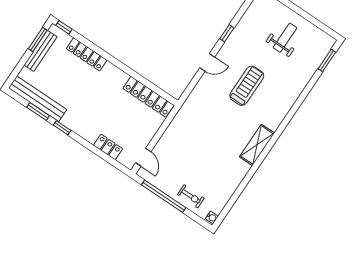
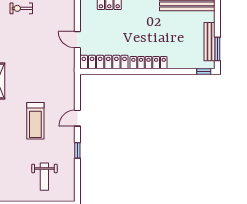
weight bench: (285, 38) -> (44, 177), moved
locker: (87, 54) -> (149, 63), moved
door: (143, 157) -> (77, 40), moved

